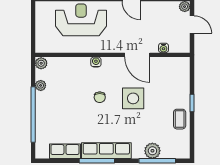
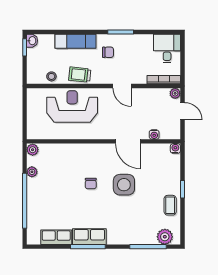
water cooler: (96, 62) -> (175, 148), moved
row of seats: (106, 151) -> (89, 237), width x0.68
plant: (152, 151) -> (165, 237), moved

